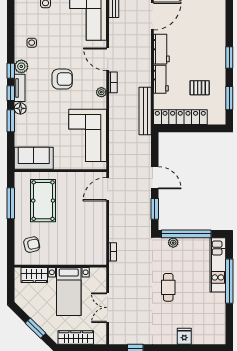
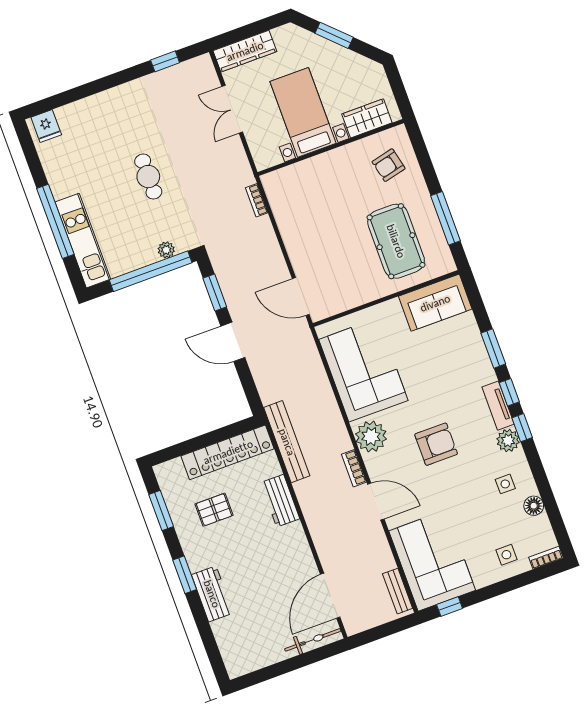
workbench: (161, 49) -> (212, 594), moved, turned 180
armchair: (62, 79) -> (436, 444), turned 180
plant: (101, 92) -> (371, 436), width x1.88, depth x1.88
floor lamp: (20, 108) -> (534, 506), moved
door: (108, 189) -> (301, 297), swing flipped
double door: (108, 308) -> (232, 109), swing flipped
fridge: (184, 336) -> (46, 126), moved
wardrobe: (76, 338) -> (245, 51), moved

